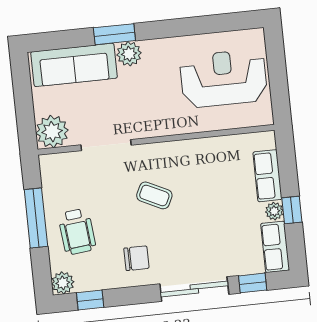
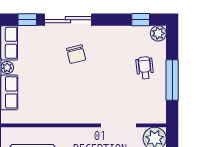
coffee table: (154, 195) -> (89, 87), removed
wheelchair: (77, 232) -> (145, 68), width x0.73, depth x0.73
chair: (136, 258) -> (76, 54), moved, turned -104

